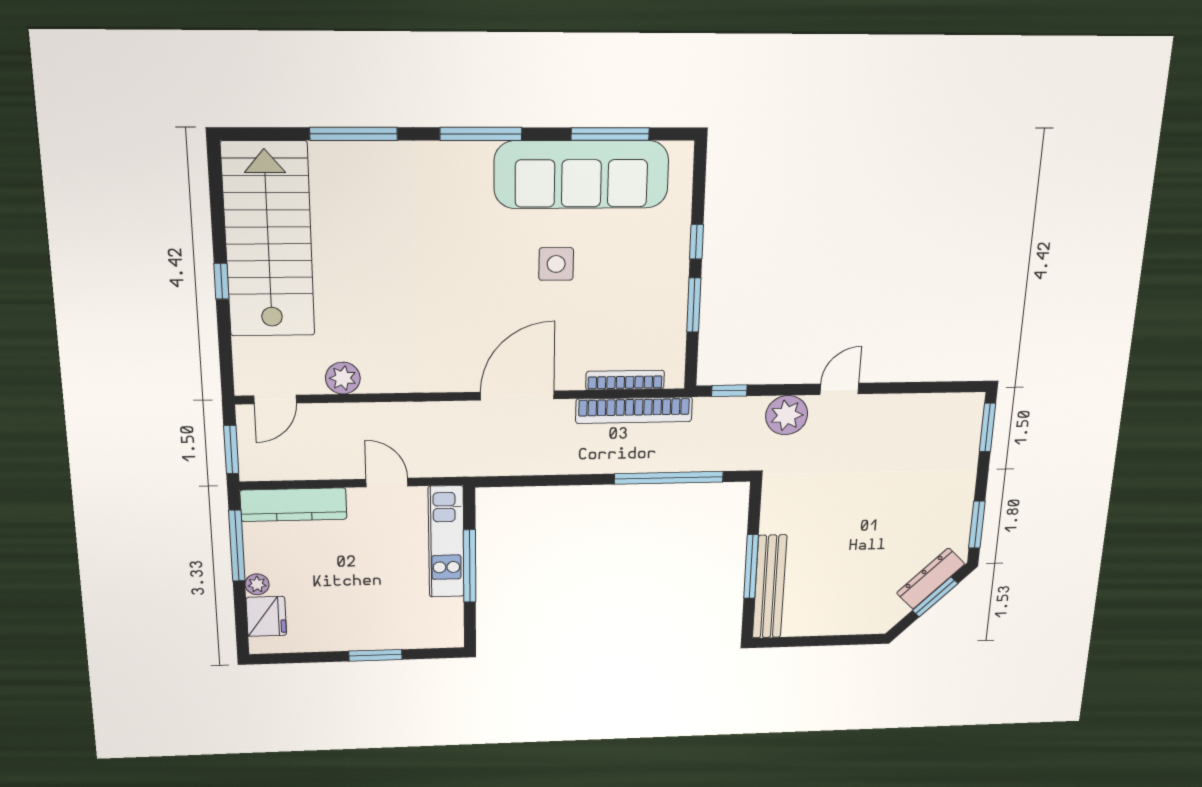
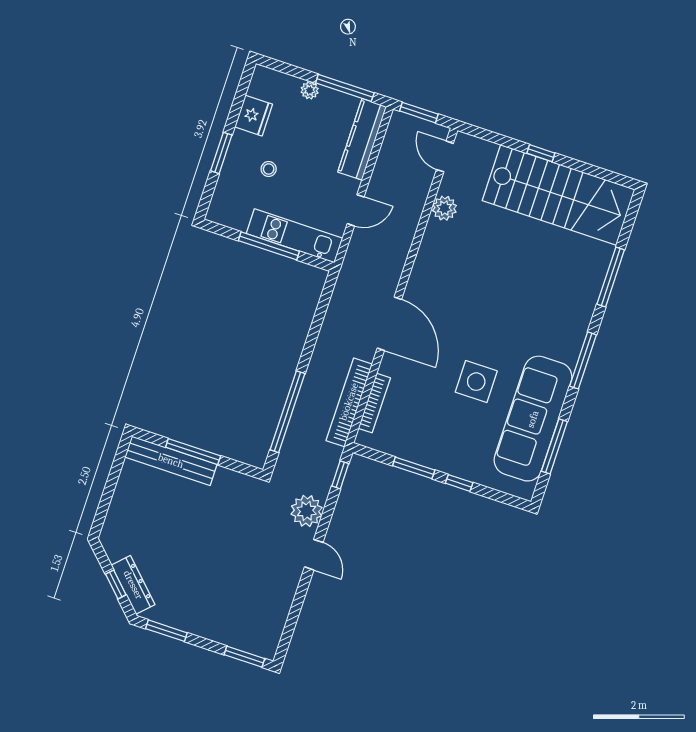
side table: (556, 264) -> (476, 382), width x1.37, depth x1.37
window: (935, 597) -> (116, 584), width x0.67
stool: (374, 598) -> (269, 169), added
fridge: (266, 616) -> (254, 116), moved, turned -90

